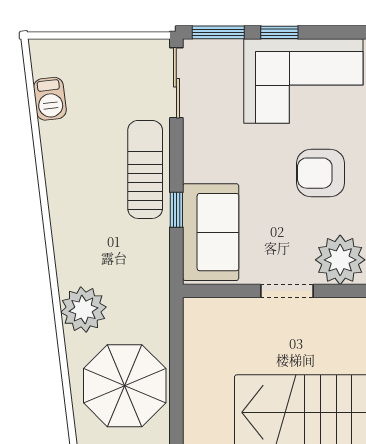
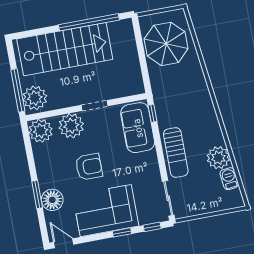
window: (218, 32) -> (152, 227), width x0.67
window: (176, 210) -> (152, 113), moved
plant: (83, 310) -> (218, 158), moved

